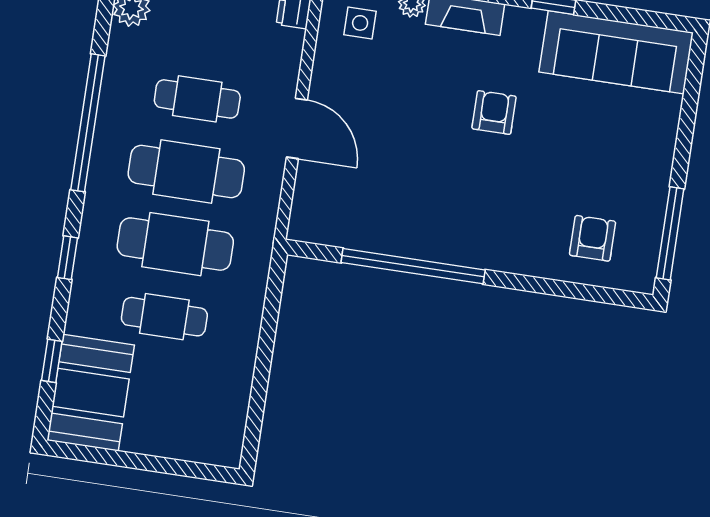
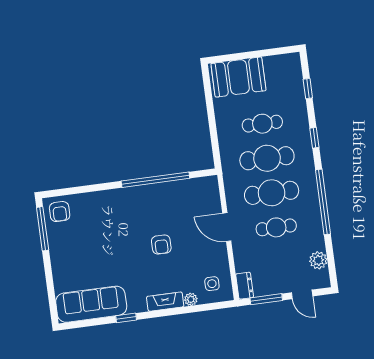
armchair: (494, 112) -> (161, 245), moved
armchair: (593, 238) -> (60, 212), moved
booth: (91, 393) -> (238, 77), moved, turned 90

